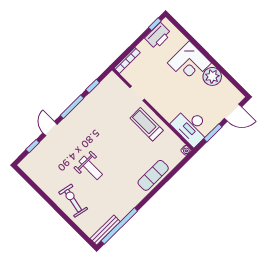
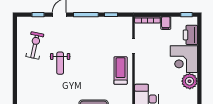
printer: (158, 36) -> (190, 35), moved, turned 90
filing cabinet: (145, 48) -> (166, 23), added
exercise bike: (73, 201) -> (35, 45), moved

